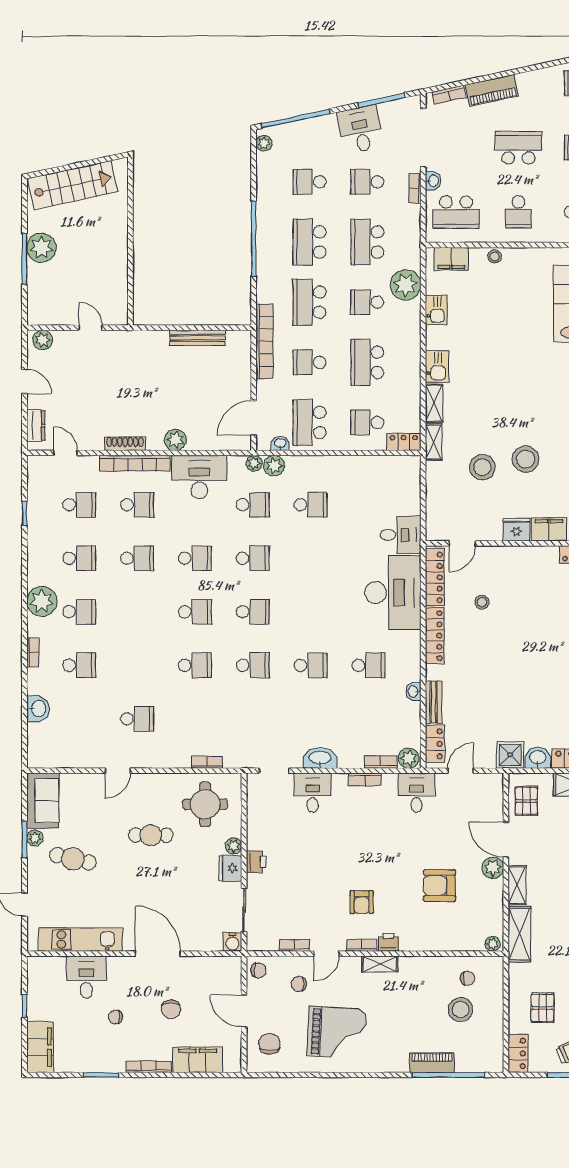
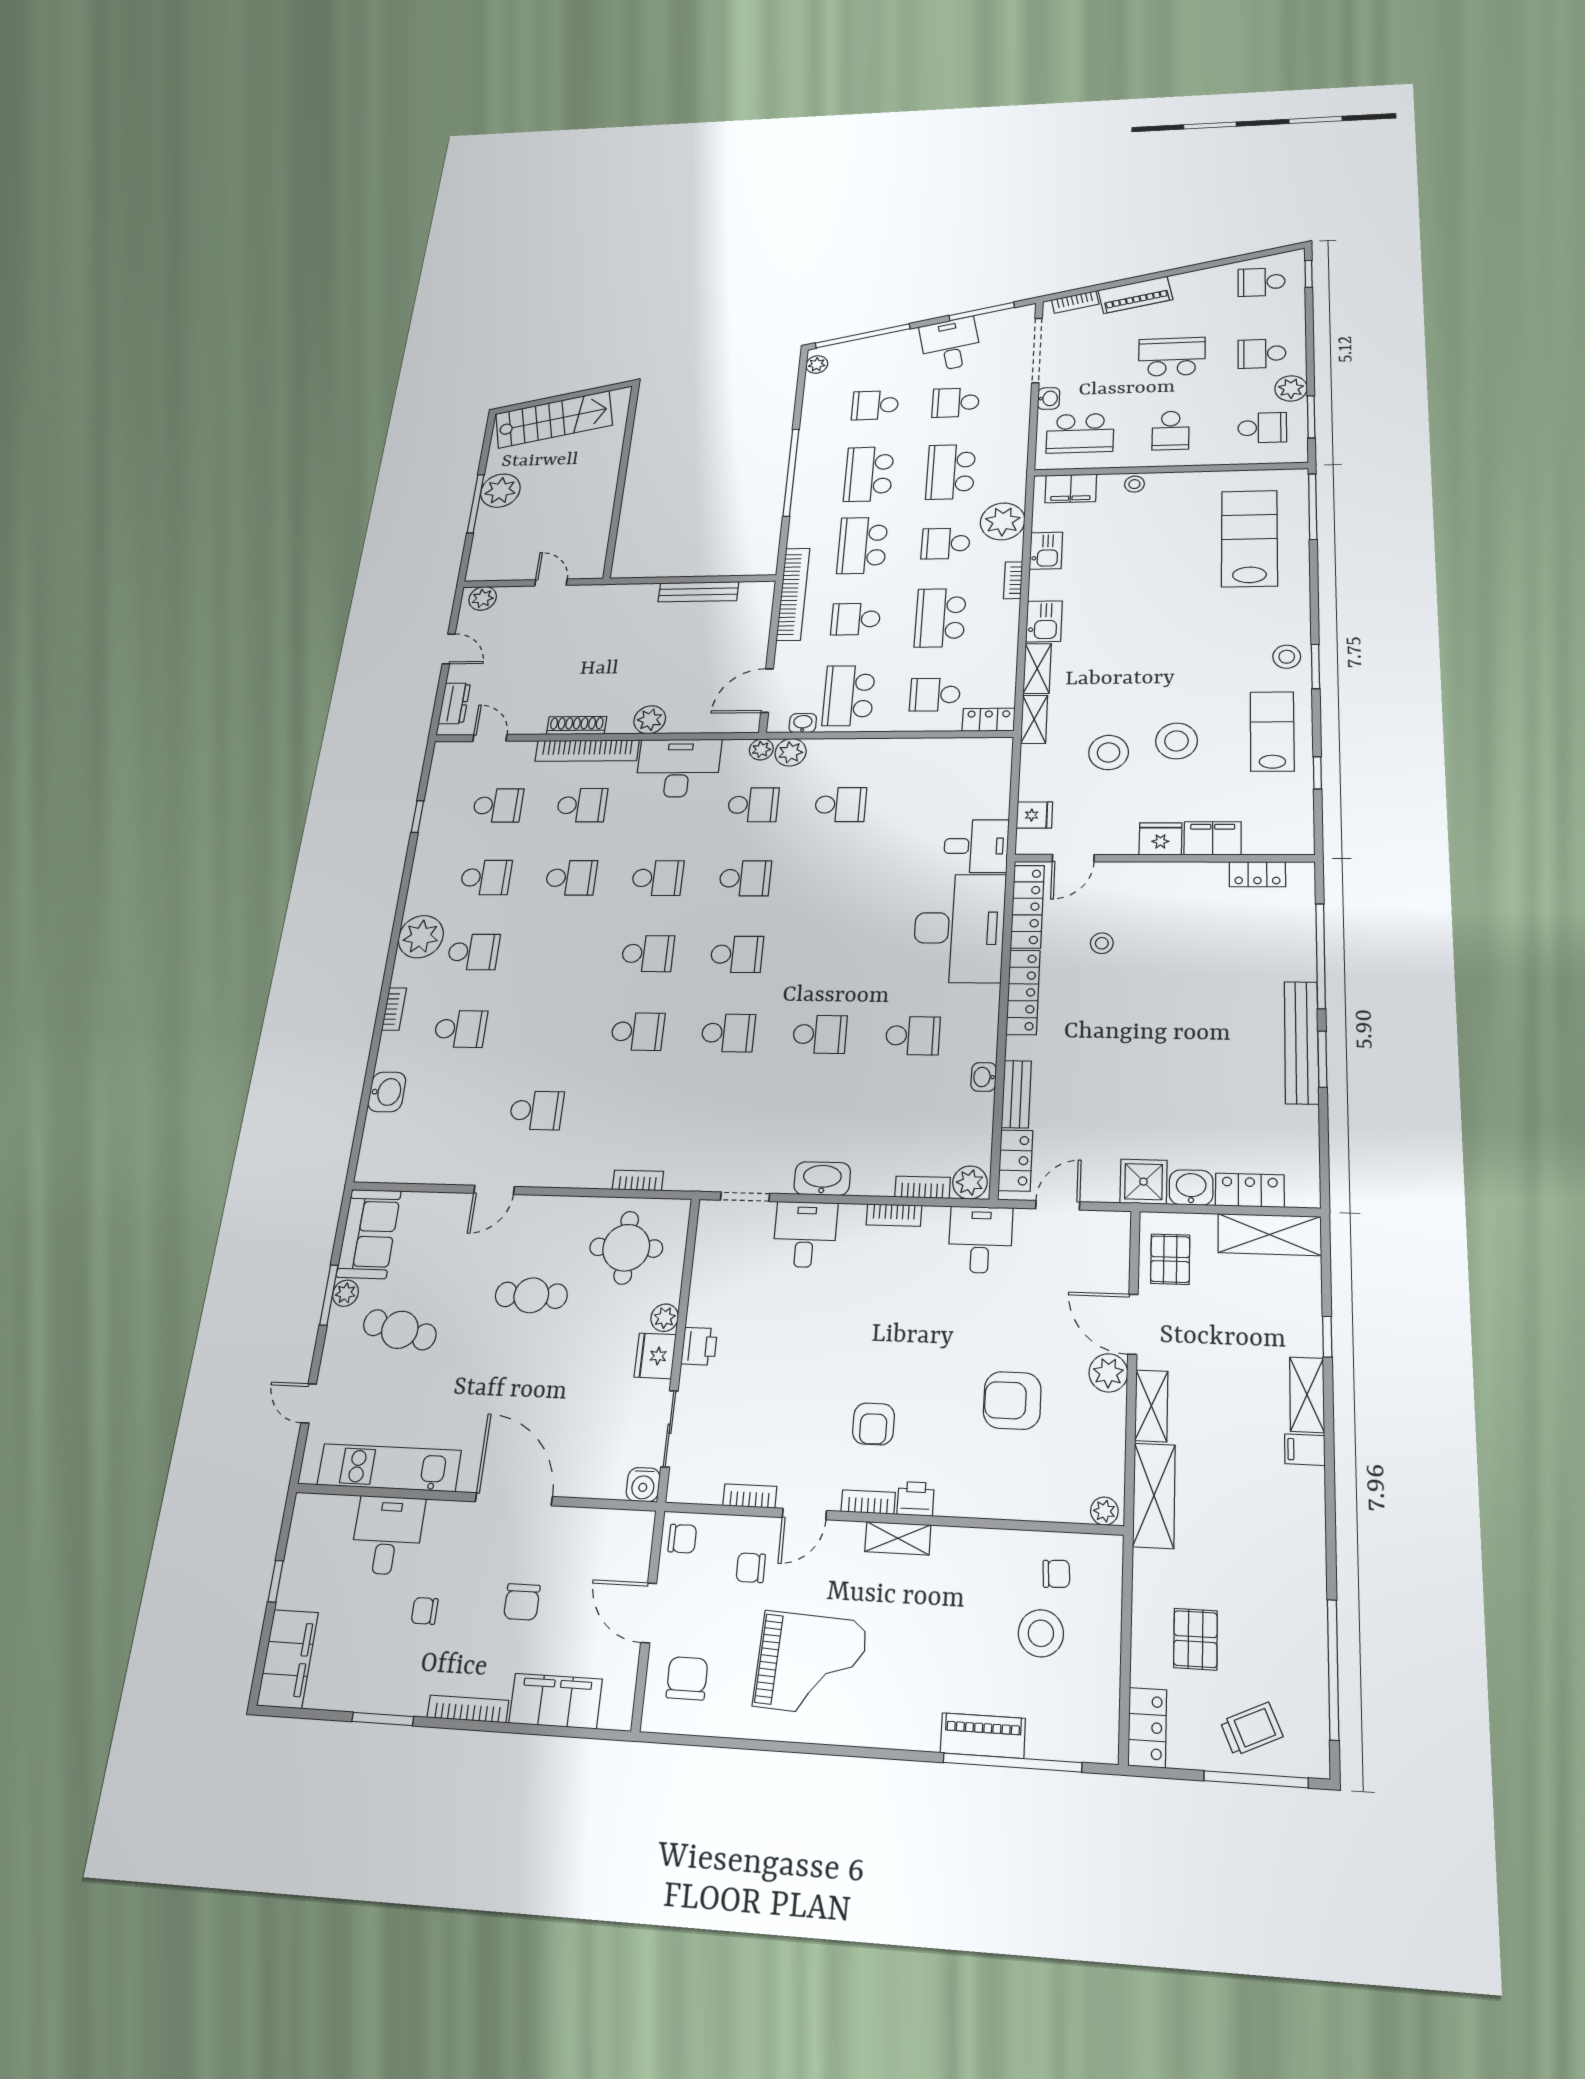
bookcase: (415, 188) -> (1013, 580), moved
fridge: (437, 513) -> (1034, 815), added

